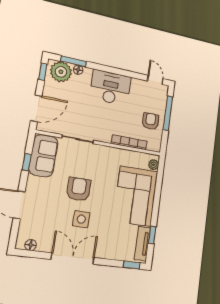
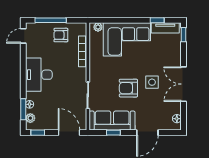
plant: (61, 72) -> (30, 118), width x0.53, depth x0.53
sofa: (43, 156) -> (112, 121), width x1.36

